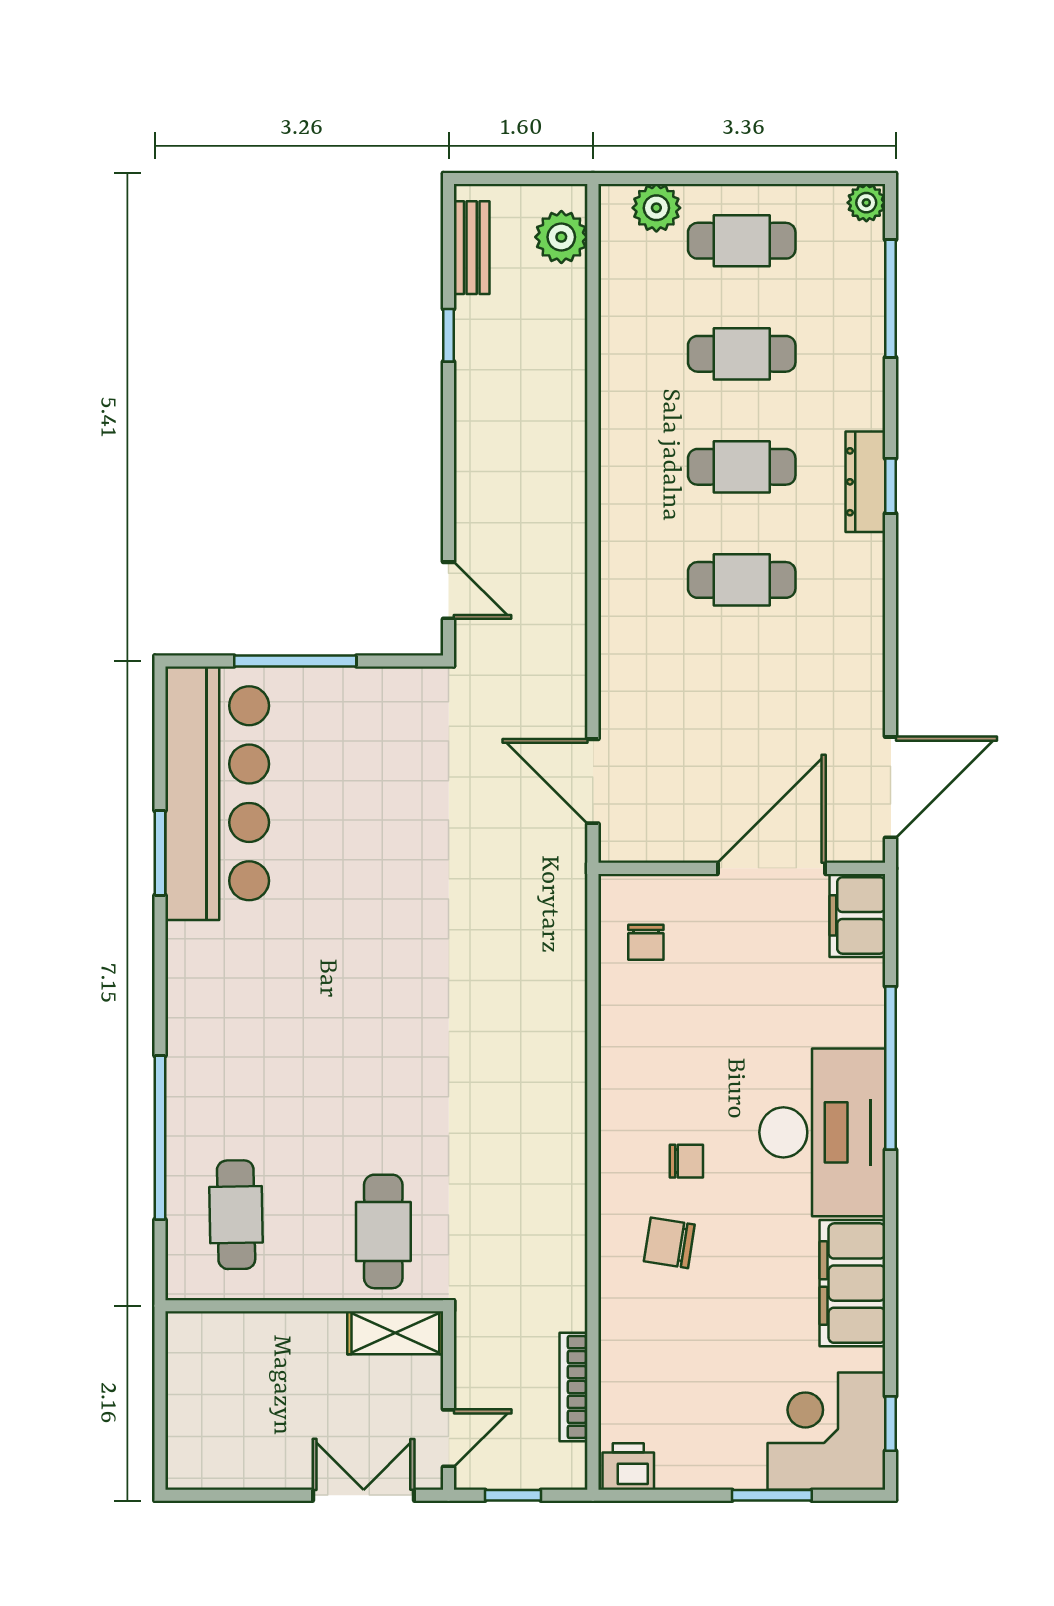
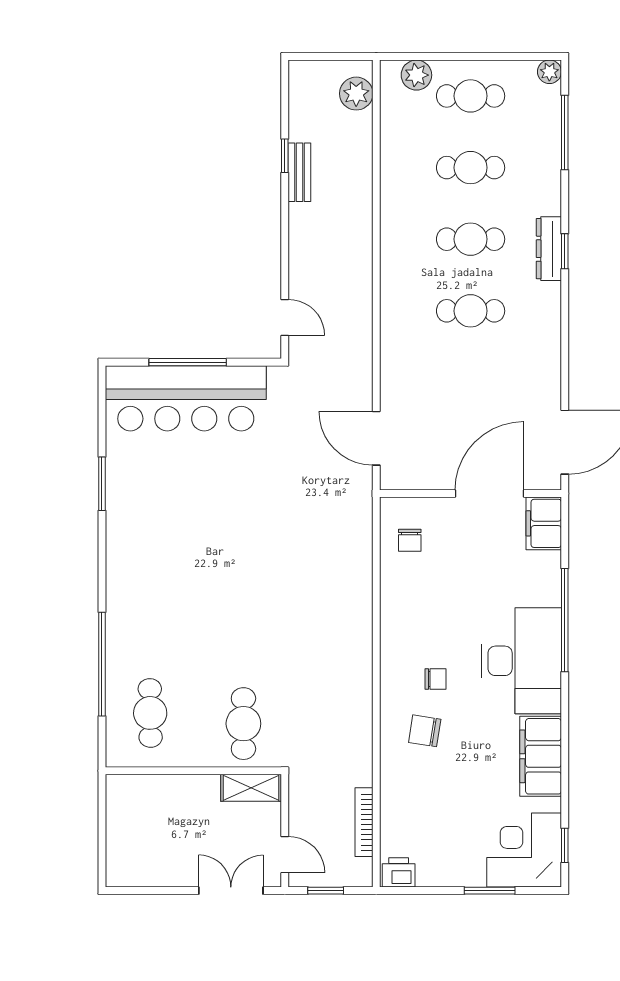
bench: (472, 248) -> (299, 172), moved
bar counter: (217, 793) -> (186, 398), moved, turned 90
door: (449, 1438) -> (285, 855), hinge flipped

